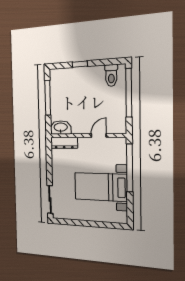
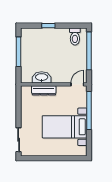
washbasin: (61, 127) -> (42, 77), moved
door: (99, 135) -> (77, 84), moved
dresser: (64, 143) -> (44, 90), moved

